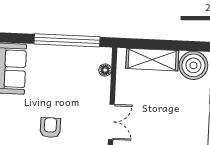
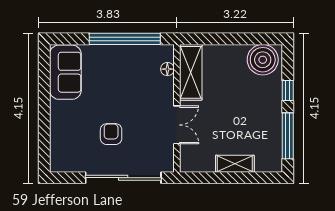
shelving: (152, 60) -> (191, 72), moved, turned 90

